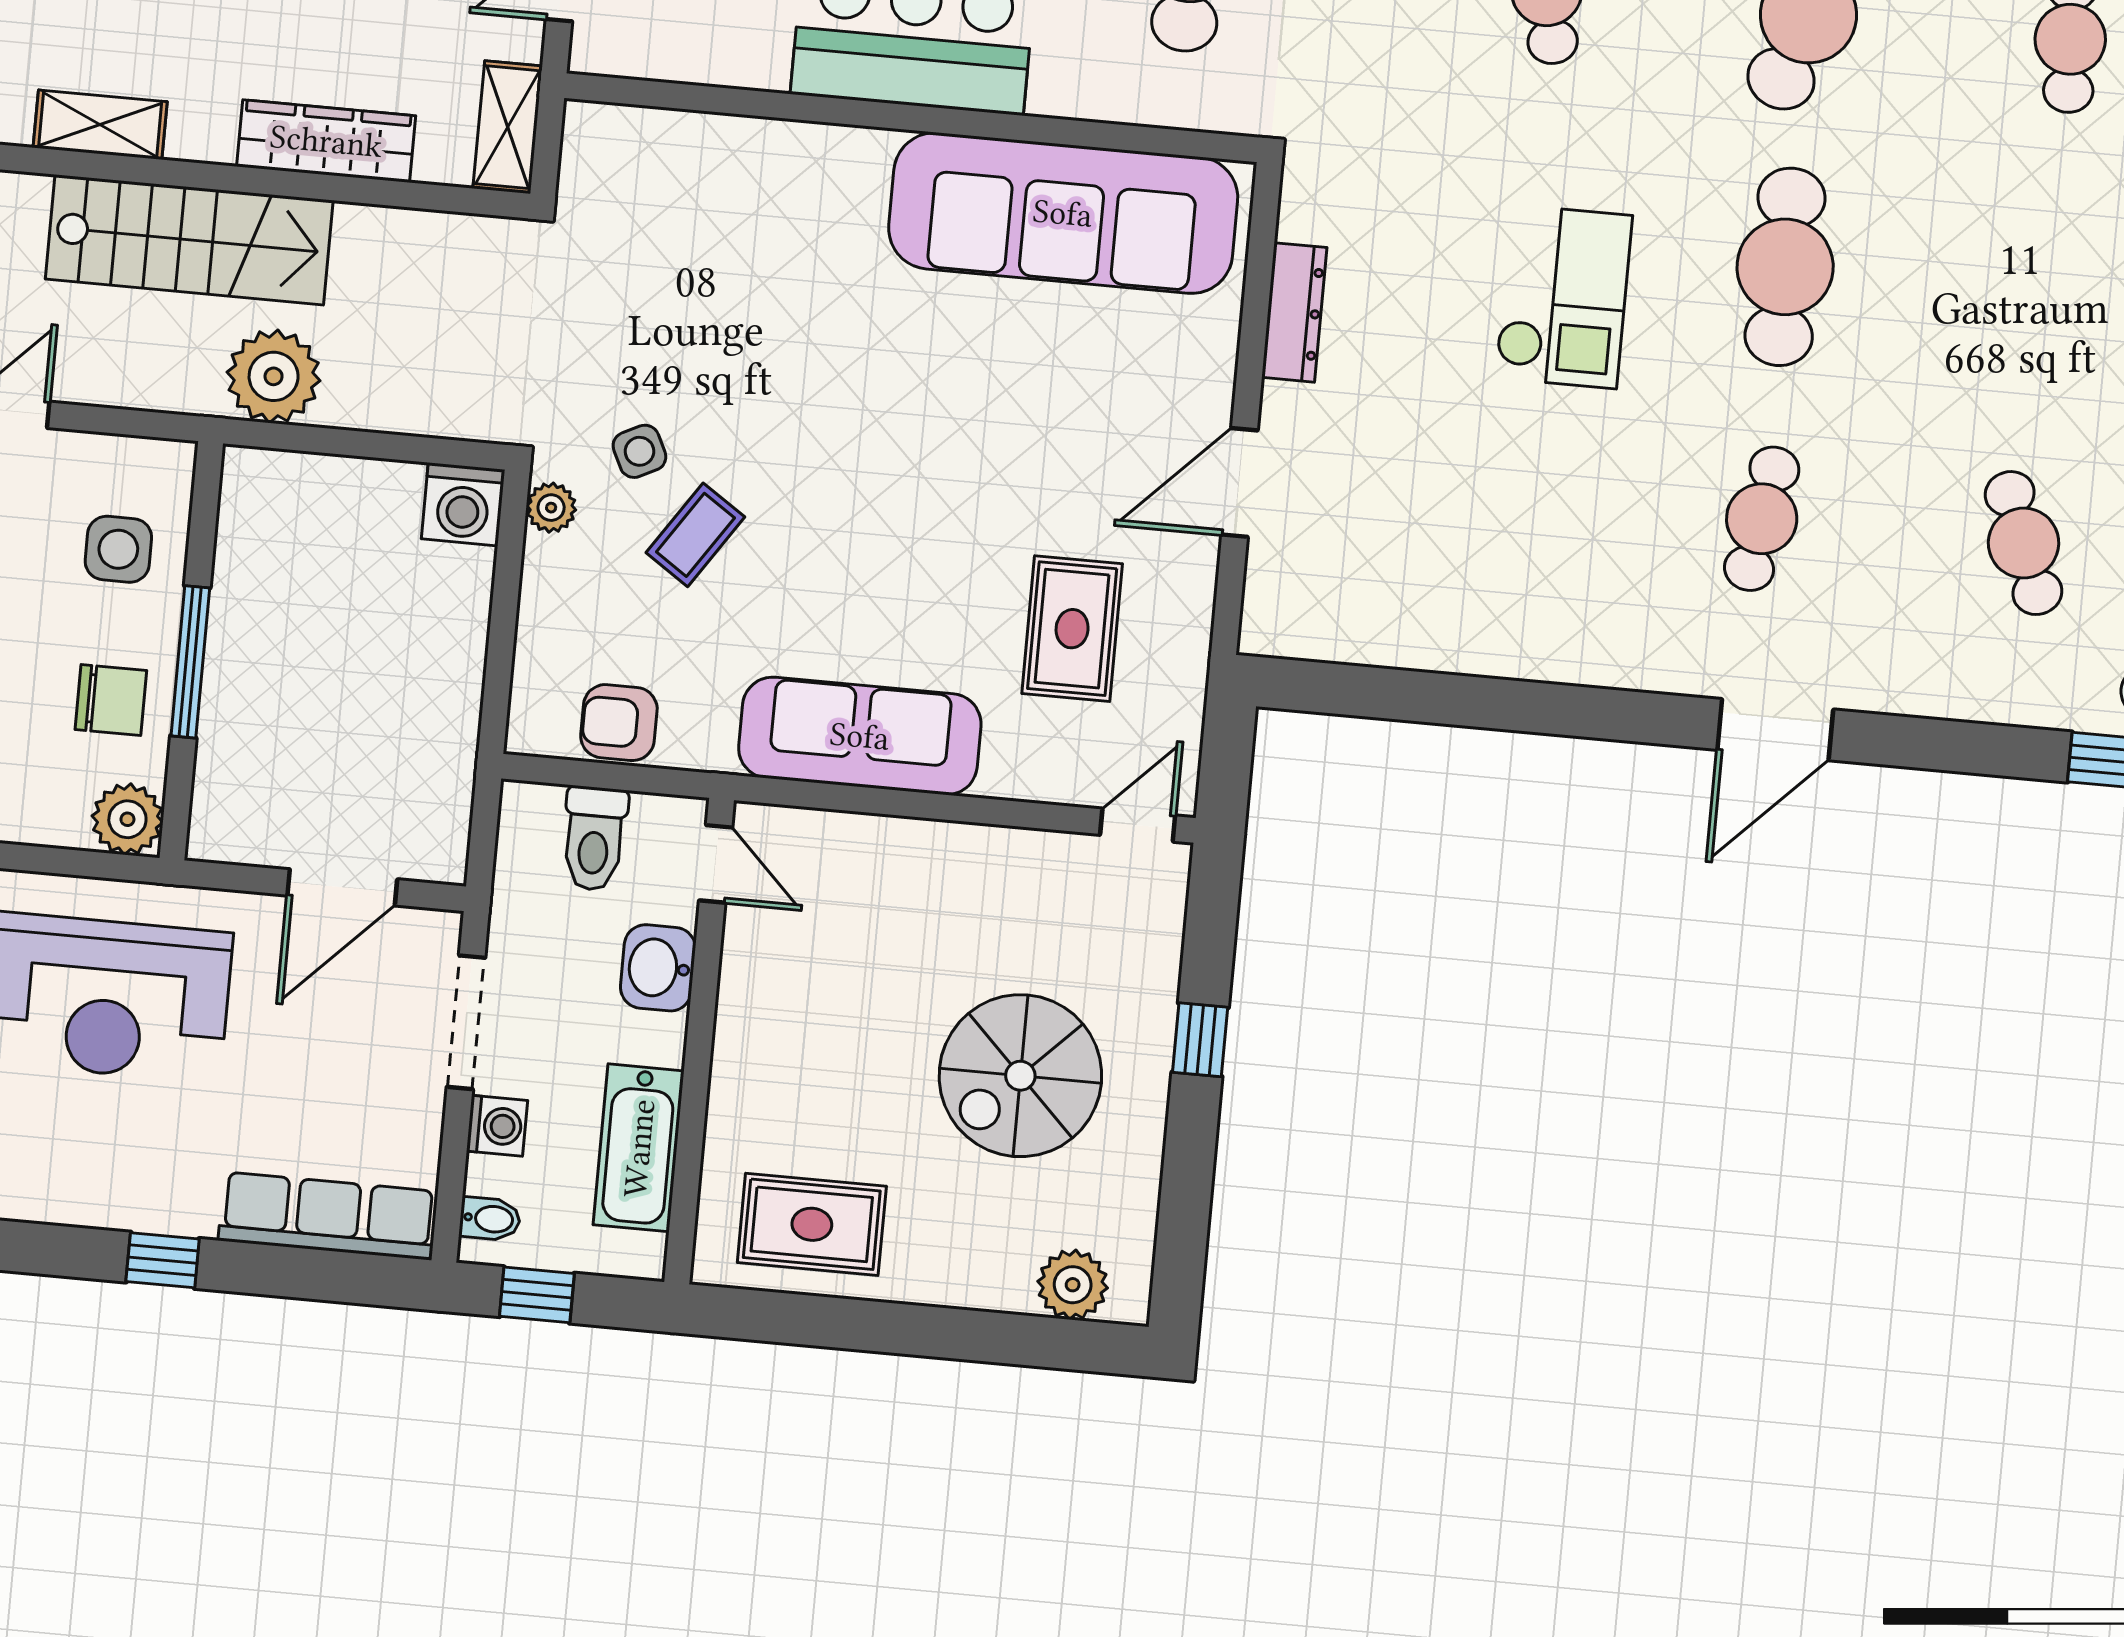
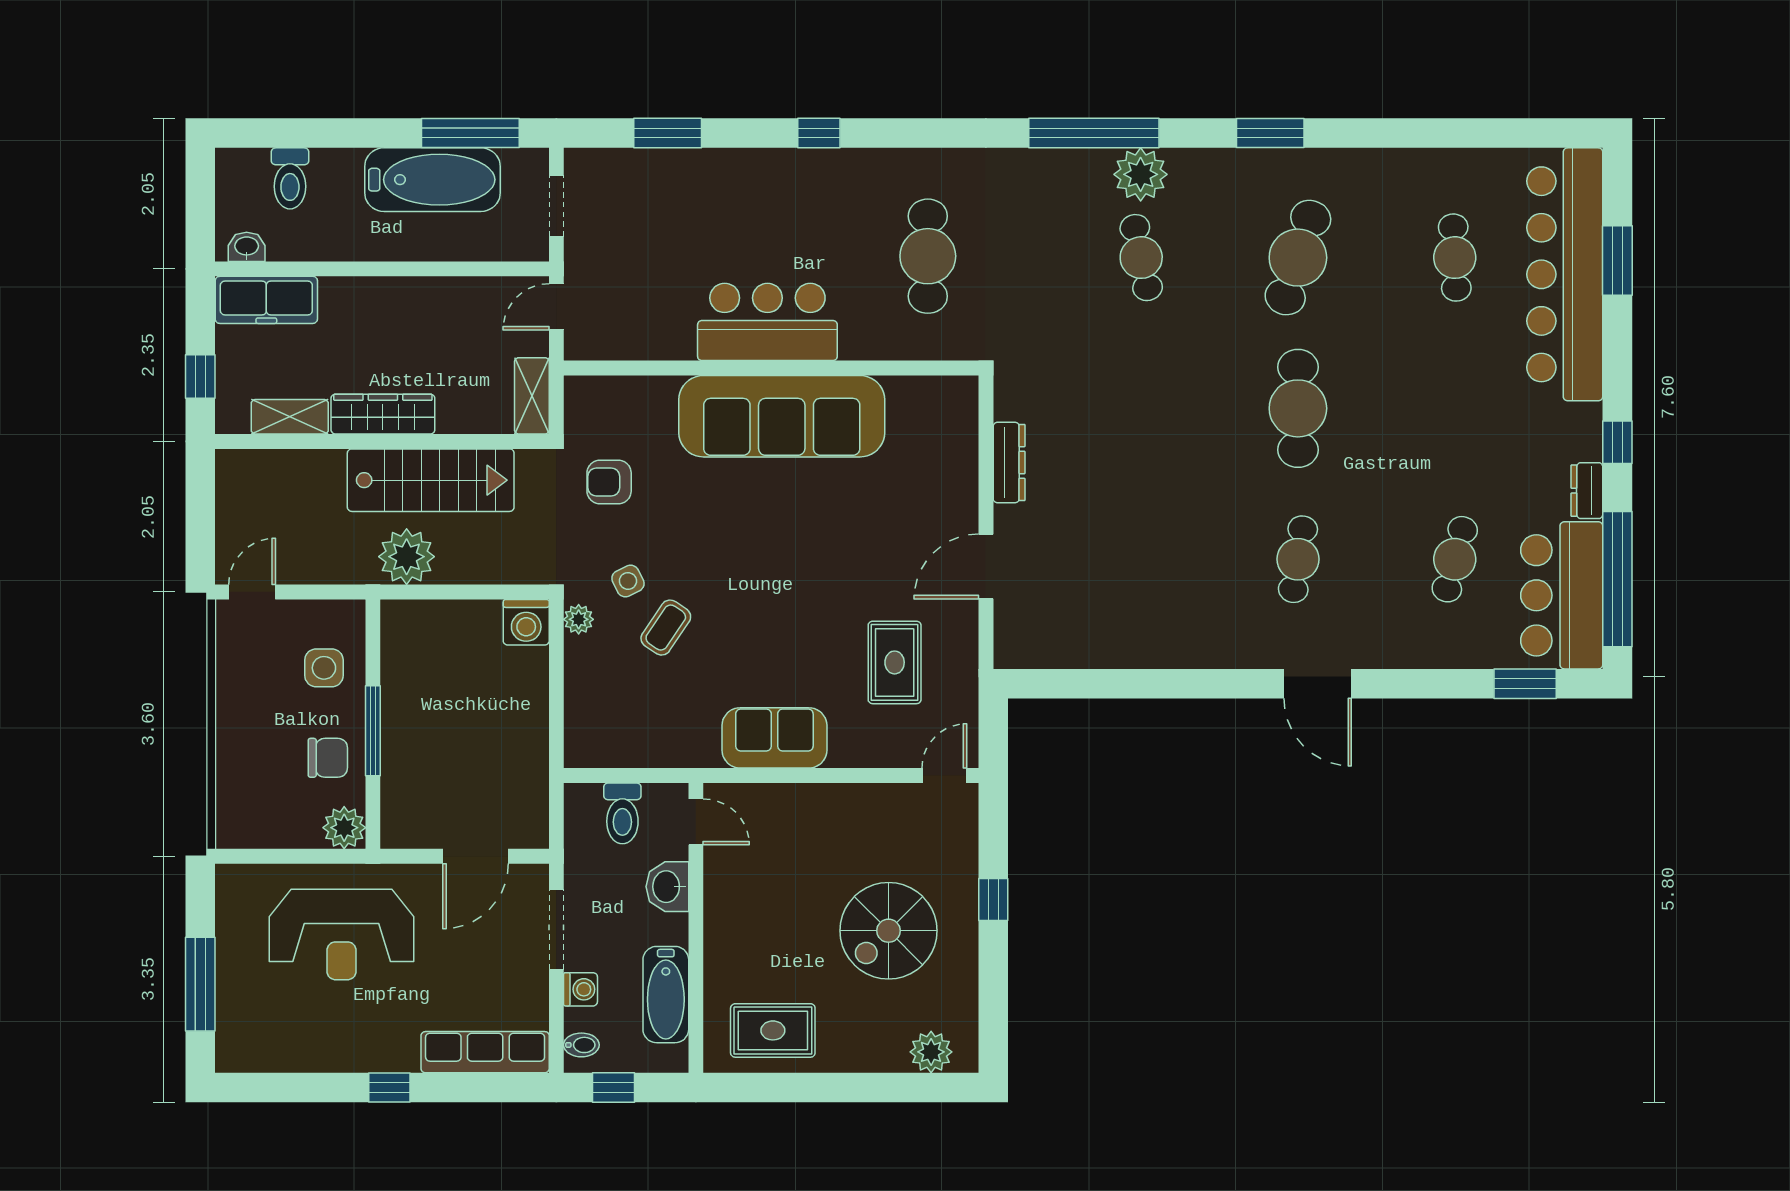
wardrobe: (326, 141) -> (383, 414), moved
sofa: (1063, 213) -> (782, 416), moved
stairs: (189, 240) -> (431, 480), moved
checkout: (1564, 297) -> (1168, 438), removed
cafe table: (2024, 543) -> (1455, 559), turned 36
armchair: (619, 723) -> (609, 482), moved
door: (1775, 730) -> (1318, 684), hinge flipped
sofa: (860, 736) -> (774, 738), width x0.73

